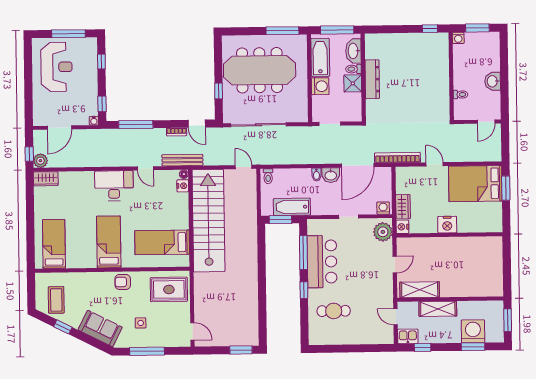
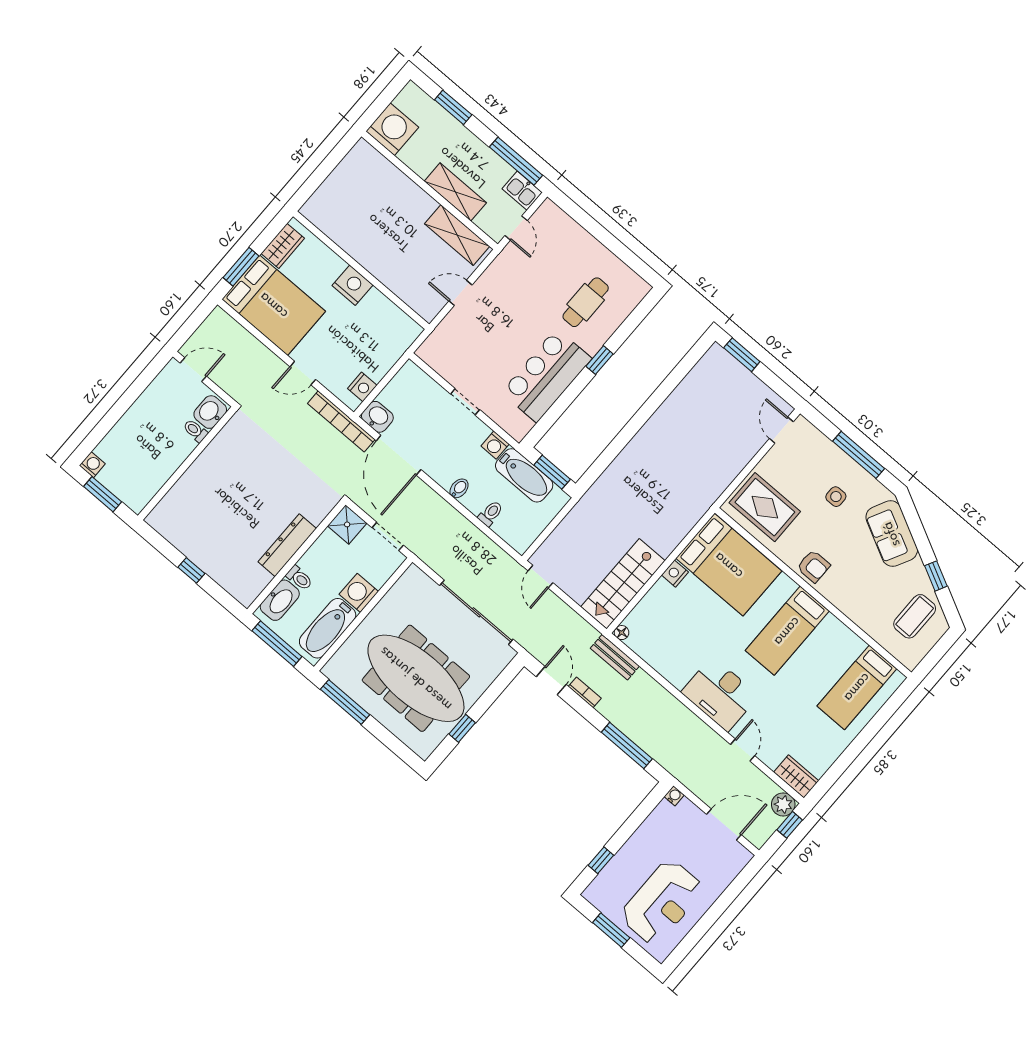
window: (430, 29) -> (191, 570), moved
window: (68, 34) -> (611, 930), width x0.69
washing machine: (458, 38) -> (92, 465), moved
reception desk: (56, 67) -> (662, 902), turned 180
washbasin: (493, 81) -> (210, 412), moved, turned 180
shower: (353, 83) -> (347, 524), moved
window: (219, 91) -> (462, 728), moved
window: (102, 104) -> (646, 808), removed
bench: (182, 160) -> (615, 657), width x0.73
door: (435, 164) -> (303, 373), hinge flipped
door: (358, 165) -> (399, 455), swing flipped
door: (145, 168) -> (743, 750), moved
washbasin: (331, 175) -> (377, 417), moved
toilet: (268, 176) -> (491, 513), moved
nightstand: (183, 186) -> (675, 574), moved
wardrobe: (403, 207) -> (283, 246), moved, turned 180
washing machine: (383, 208) -> (495, 445), moved
stairs: (208, 221) -> (623, 584), width x0.54, depth x0.66
nightstand: (402, 227) -> (362, 387), moved
plant: (383, 232) -> (440, 346), removed
bed: (162, 242) -> (729, 565), width x1.50
window: (303, 252) -> (559, 407), removed
cafe table: (334, 311) -> (586, 302), turned 90
window: (508, 320) -> (382, 102), removed
washing machine: (473, 331) -> (392, 129), moved, turned 180
window: (423, 347) -> (516, 161), width x2.17

